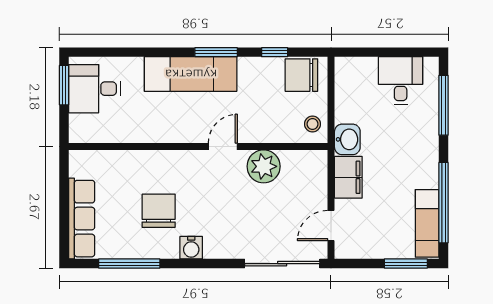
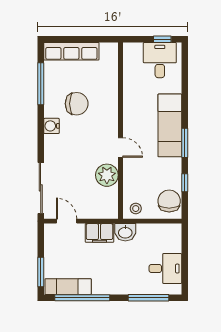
window: (64, 85) -> (162, 39), width x0.67

